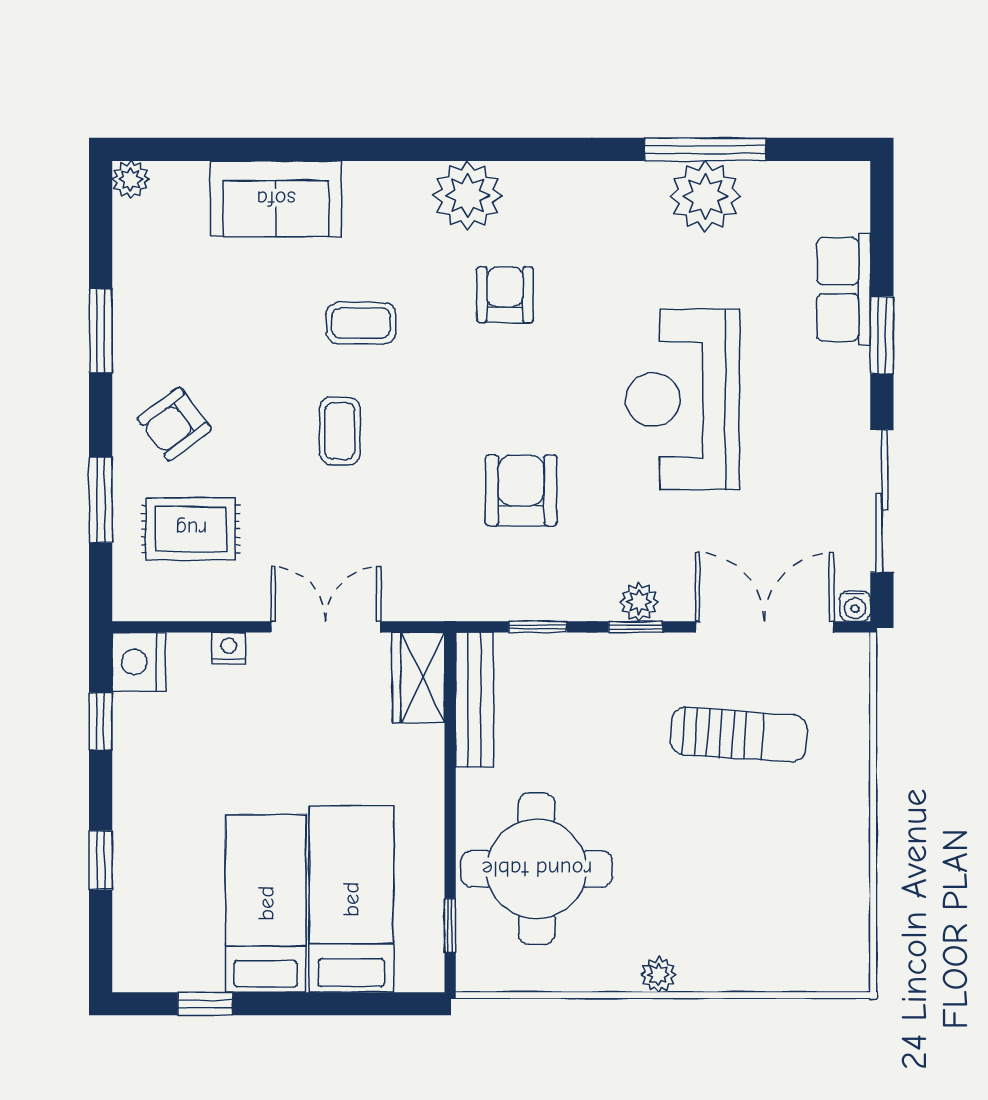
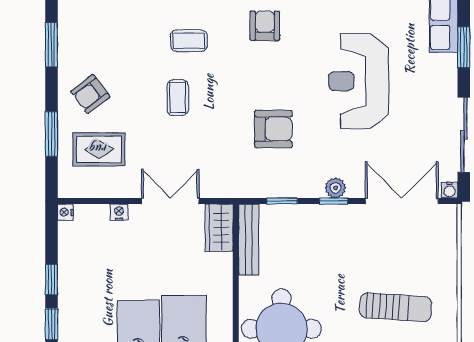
armchair: (521, 490) -> (273, 129), turned 90
nightstand: (139, 662) -> (65, 212), width x0.53, depth x0.56
window: (101, 721) -> (51, 279), moved
sun lounger: (739, 735) -> (396, 307), moved

